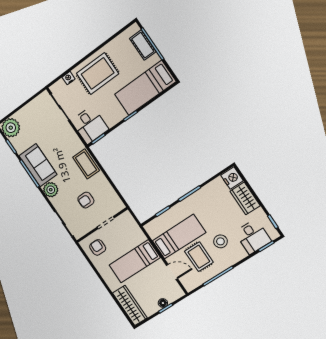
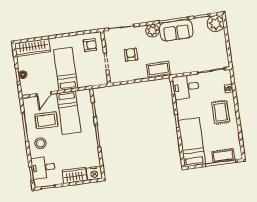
rug: (98, 74) -> (221, 112), width x0.73, depth x0.70
stool: (220, 241) -> (40, 143), moved

